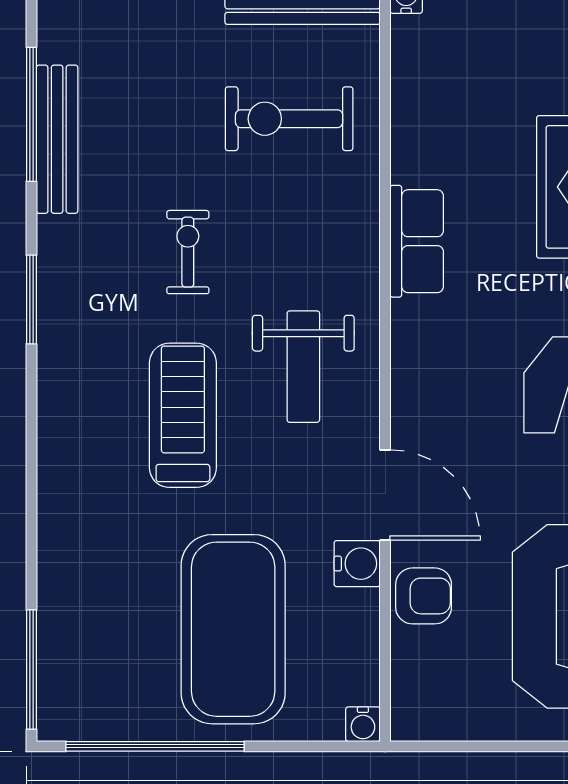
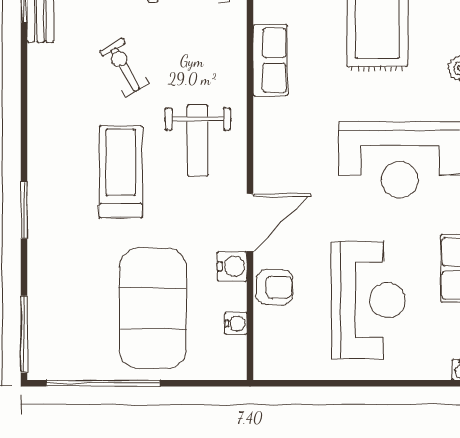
exercise bike: (188, 252) -> (124, 67), turned -30
window: (31, 300) -> (24, 210), moved
door: (385, 495) -> (250, 223), hinge flipped
water cooler: (363, 724) -> (236, 323), moved, turned -90

